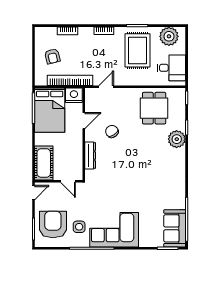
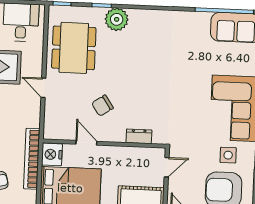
door: (106, 87) -> (43, 88), moved
dining table: (154, 108) -> (74, 48), width x1.38
dresser: (90, 156) -> (139, 136), width x0.70

